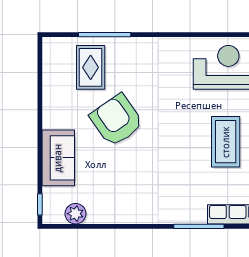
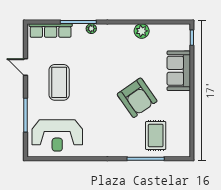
plant: (75, 214) -> (142, 31), moved
plant: (181, 217) -> (91, 29), added

